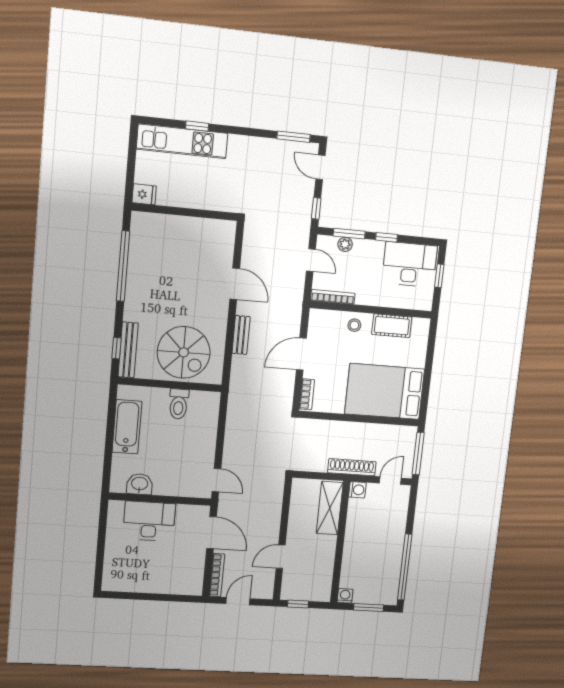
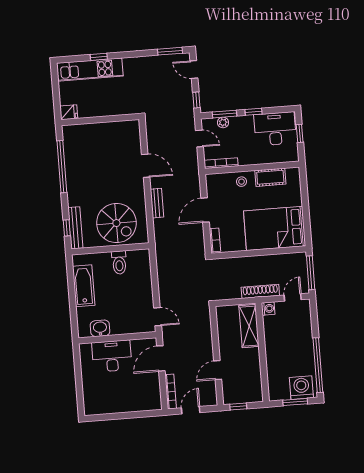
door: (212, 533) -> (161, 358), swing flipped
washing machine: (345, 596) -> (301, 388), moved, width x1.89, depth x1.89

